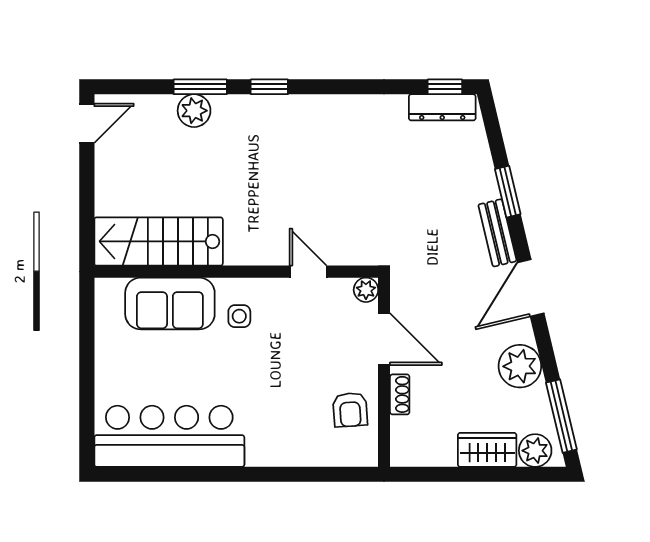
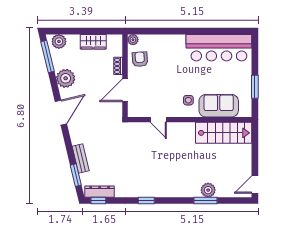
window: (269, 87) -> (146, 200), moved
window: (508, 192) -> (76, 175), moved
bench: (497, 233) -> (81, 158), moved
plant: (366, 290) -> (133, 40), moved
door: (384, 339) -> (125, 90), hinge flipped
window: (87, 347) -> (255, 87), added
wardrobe: (487, 450) -> (93, 42), moved

